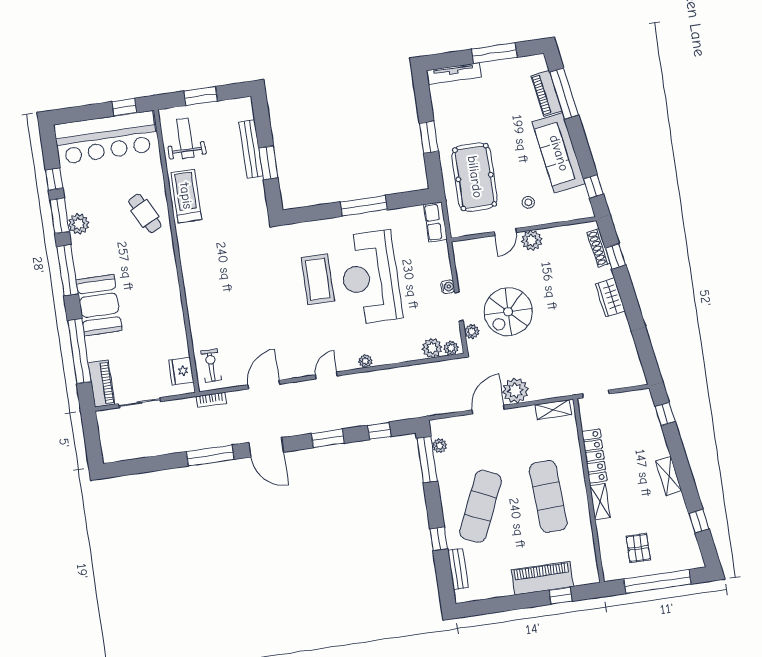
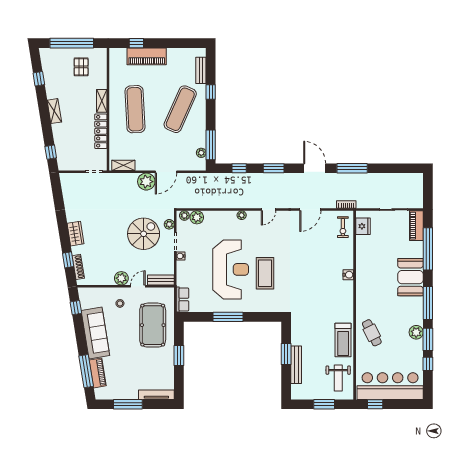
bench: (472, 246) -> (161, 280), added
water cooler: (193, 295) -> (348, 275), added

